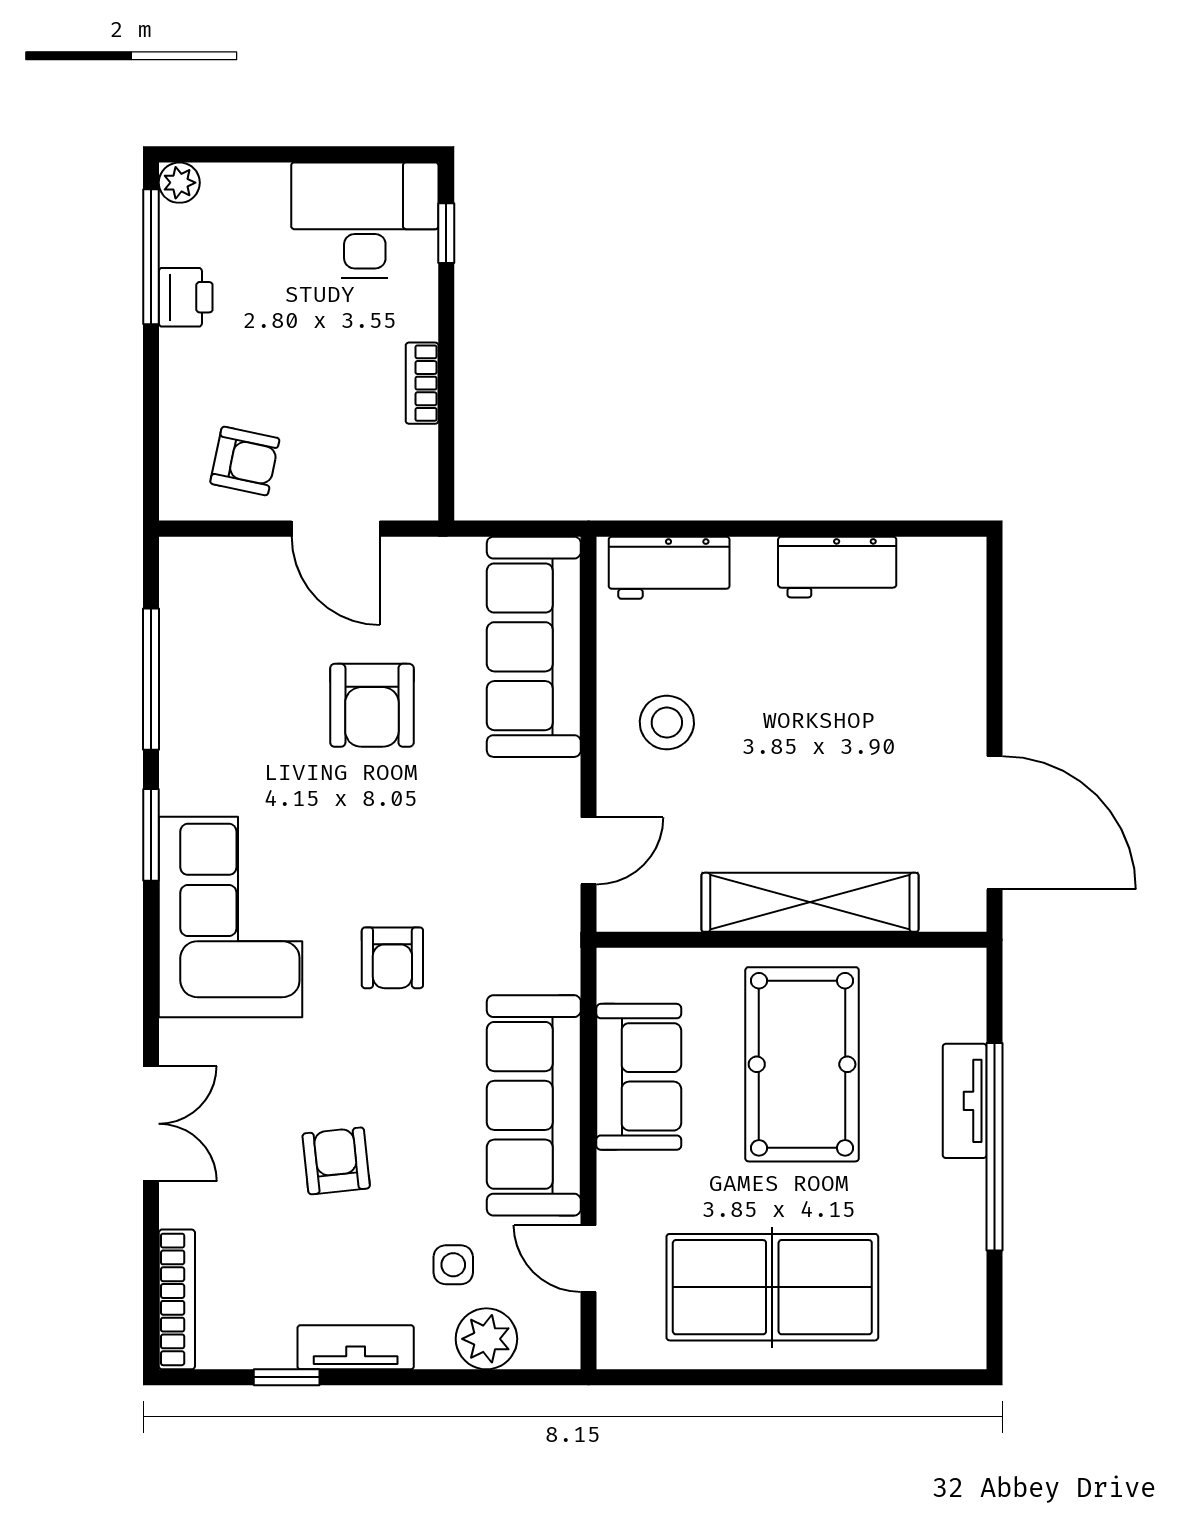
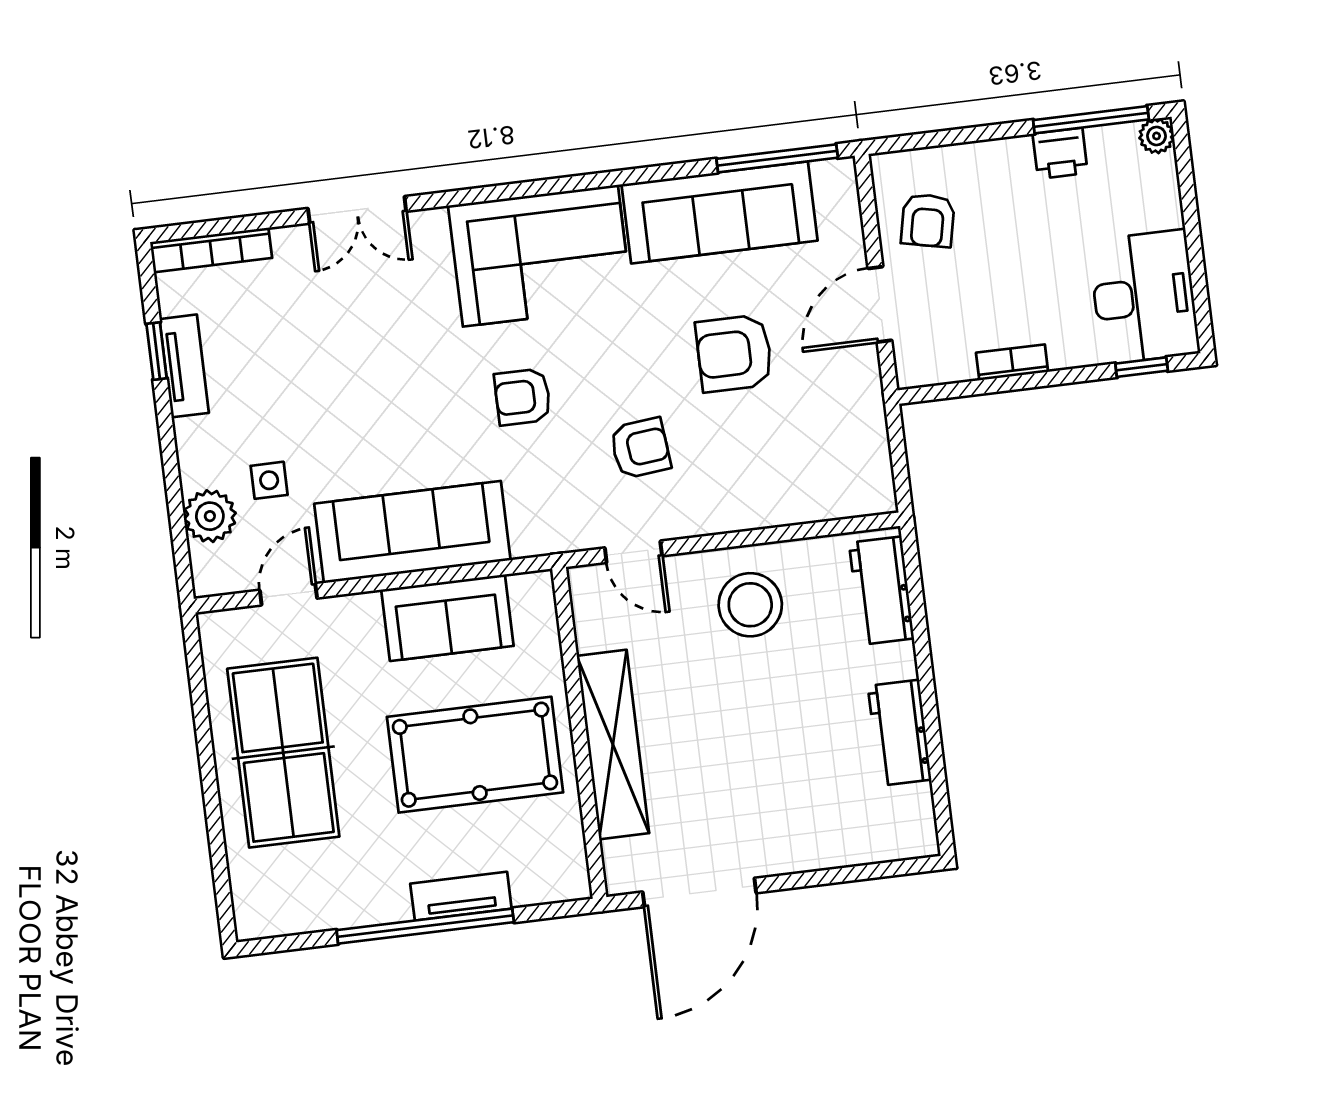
sofa: (534, 647) -> (720, 212), moved, turned 180
window: (151, 679) -> (777, 158), moved
stool: (667, 723) -> (750, 605), width x1.38, depth x1.38
window: (151, 835) -> (602, 180), removed
armchair: (336, 1161) -> (640, 448), moved
tv unit: (356, 1347) -> (184, 366), moved

